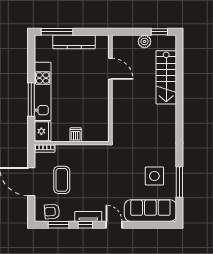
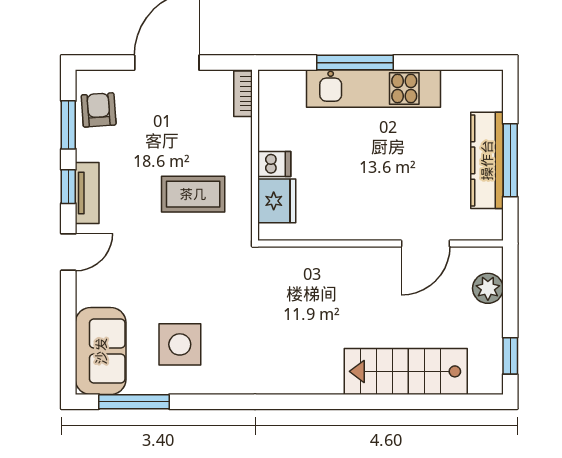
window: (57, 32) -> (510, 160), moved
plant: (144, 41) -> (488, 288), moved
fridge: (43, 131) -> (277, 201), moved, turned -90
coffee table: (62, 180) -> (193, 194), moved
window: (179, 182) -> (134, 402), moved
sofa: (150, 211) -> (101, 351), width x0.73

